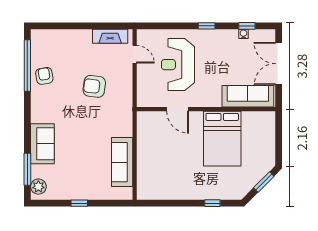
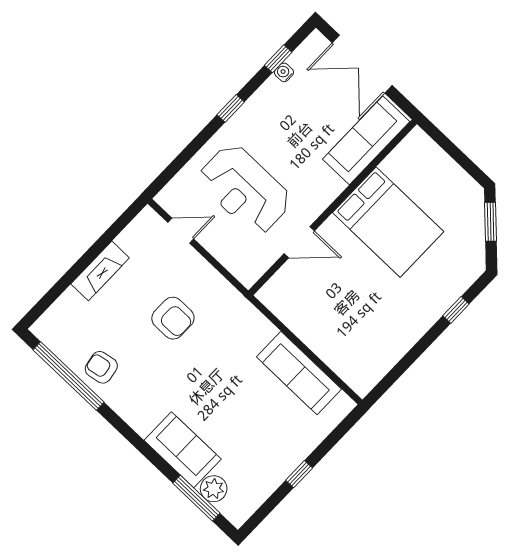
fireplace: (110, 36) -> (100, 271), moved
armchair: (94, 86) -> (173, 318), turned -97
plant: (38, 187) -> (214, 489), moved

